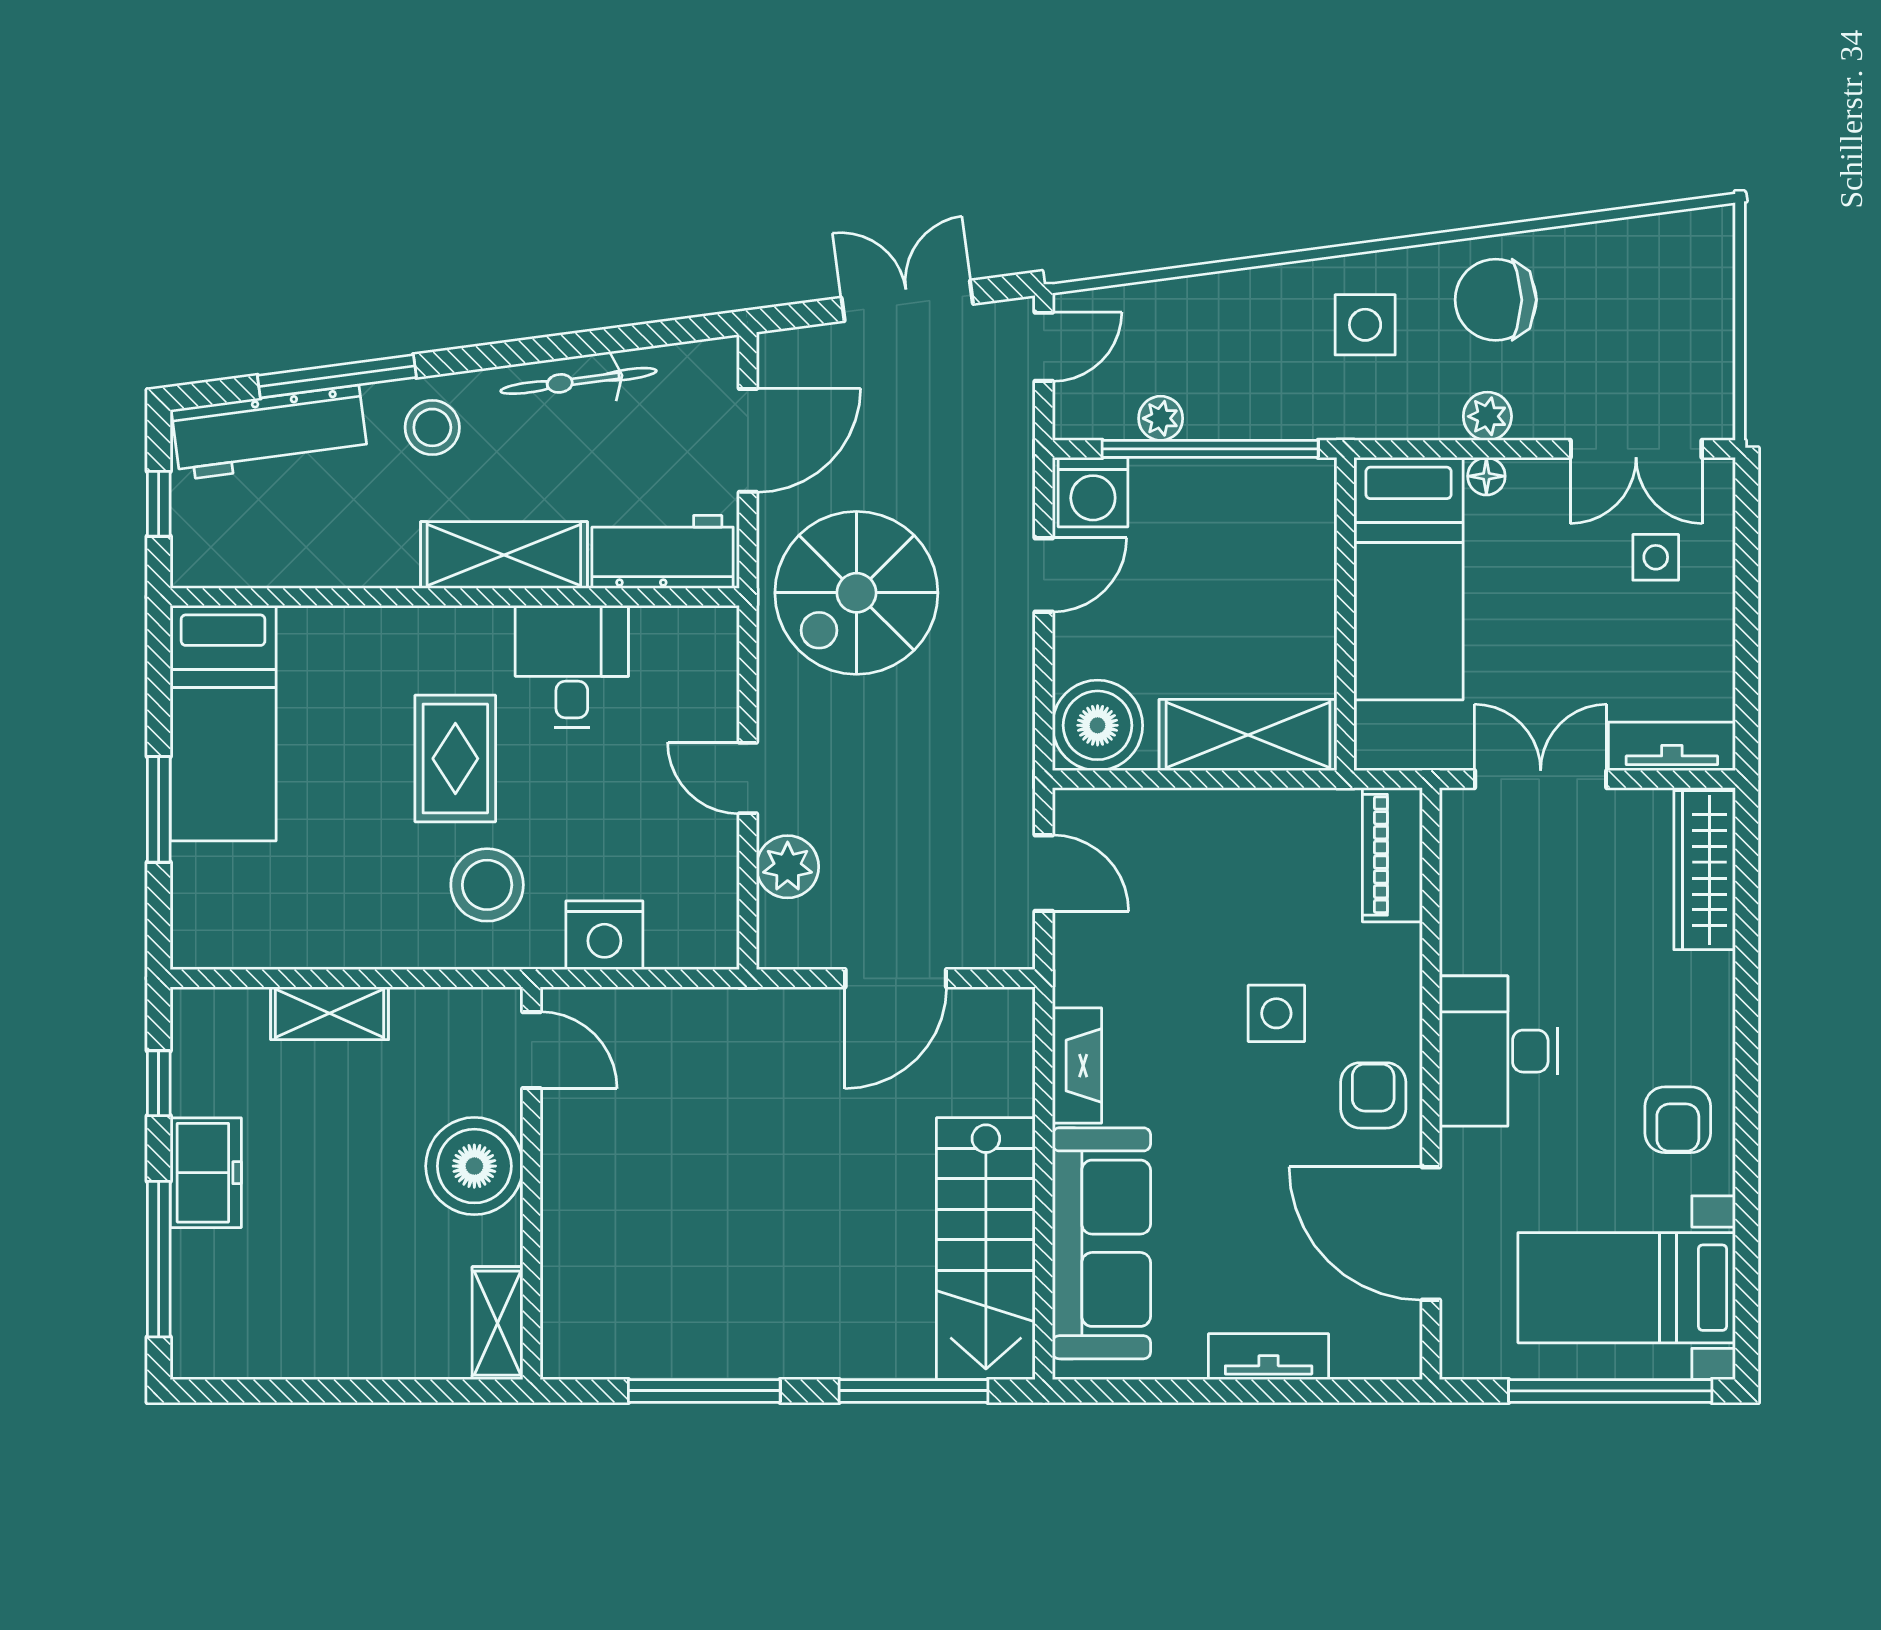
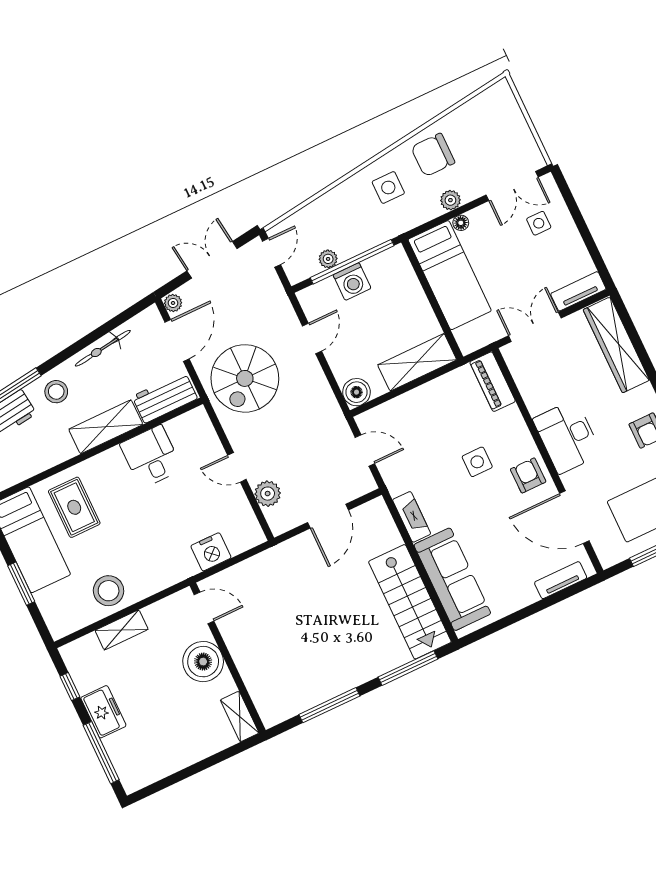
plant: (778, 355) -> (173, 303), added
washing machine: (1093, 492) -> (352, 282), moved
boiler: (1098, 725) -> (356, 392), width x0.73, depth x0.73
rug: (455, 759) -> (74, 507), moved
wardrobe: (1705, 870) -> (616, 345), width x1.40, depth x1.17
stool: (487, 885) -> (109, 591), moved
tv unit: (1269, 1357) -> (561, 580), moved

